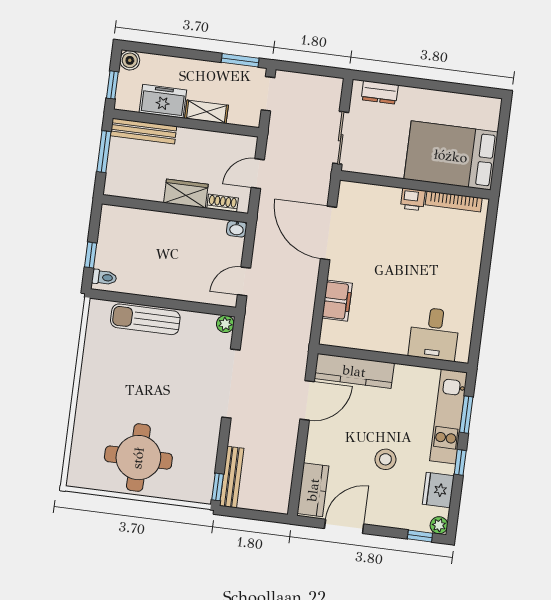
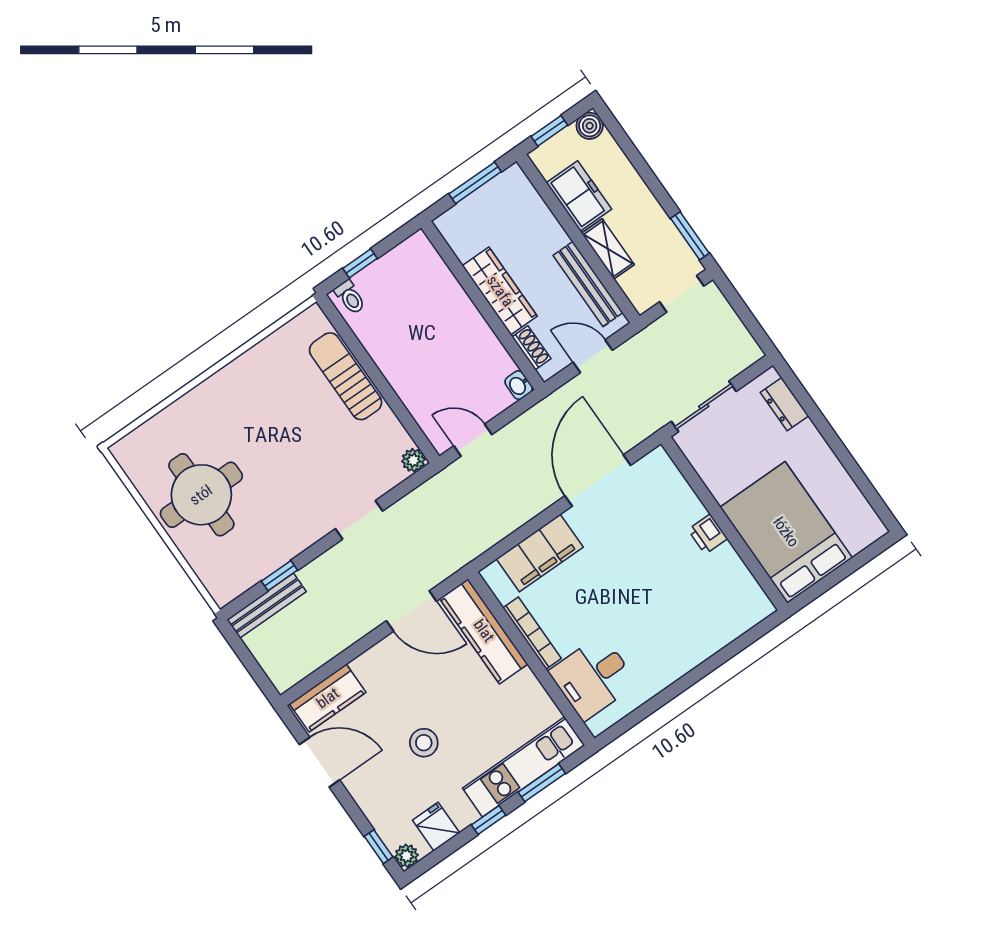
bench: (143, 131) -> (588, 284), moved
wardrobe: (186, 193) -> (500, 291), width x1.50
bookcase: (454, 201) -> (532, 633), moved, turned 180
filing cabinet: (337, 301) -> (540, 553), width x1.50, depth x1.17
doorway: (231, 384) -> (359, 520), width x0.53
window: (218, 487) -> (279, 576), moved
fridge: (438, 490) -> (436, 827), width x0.72

